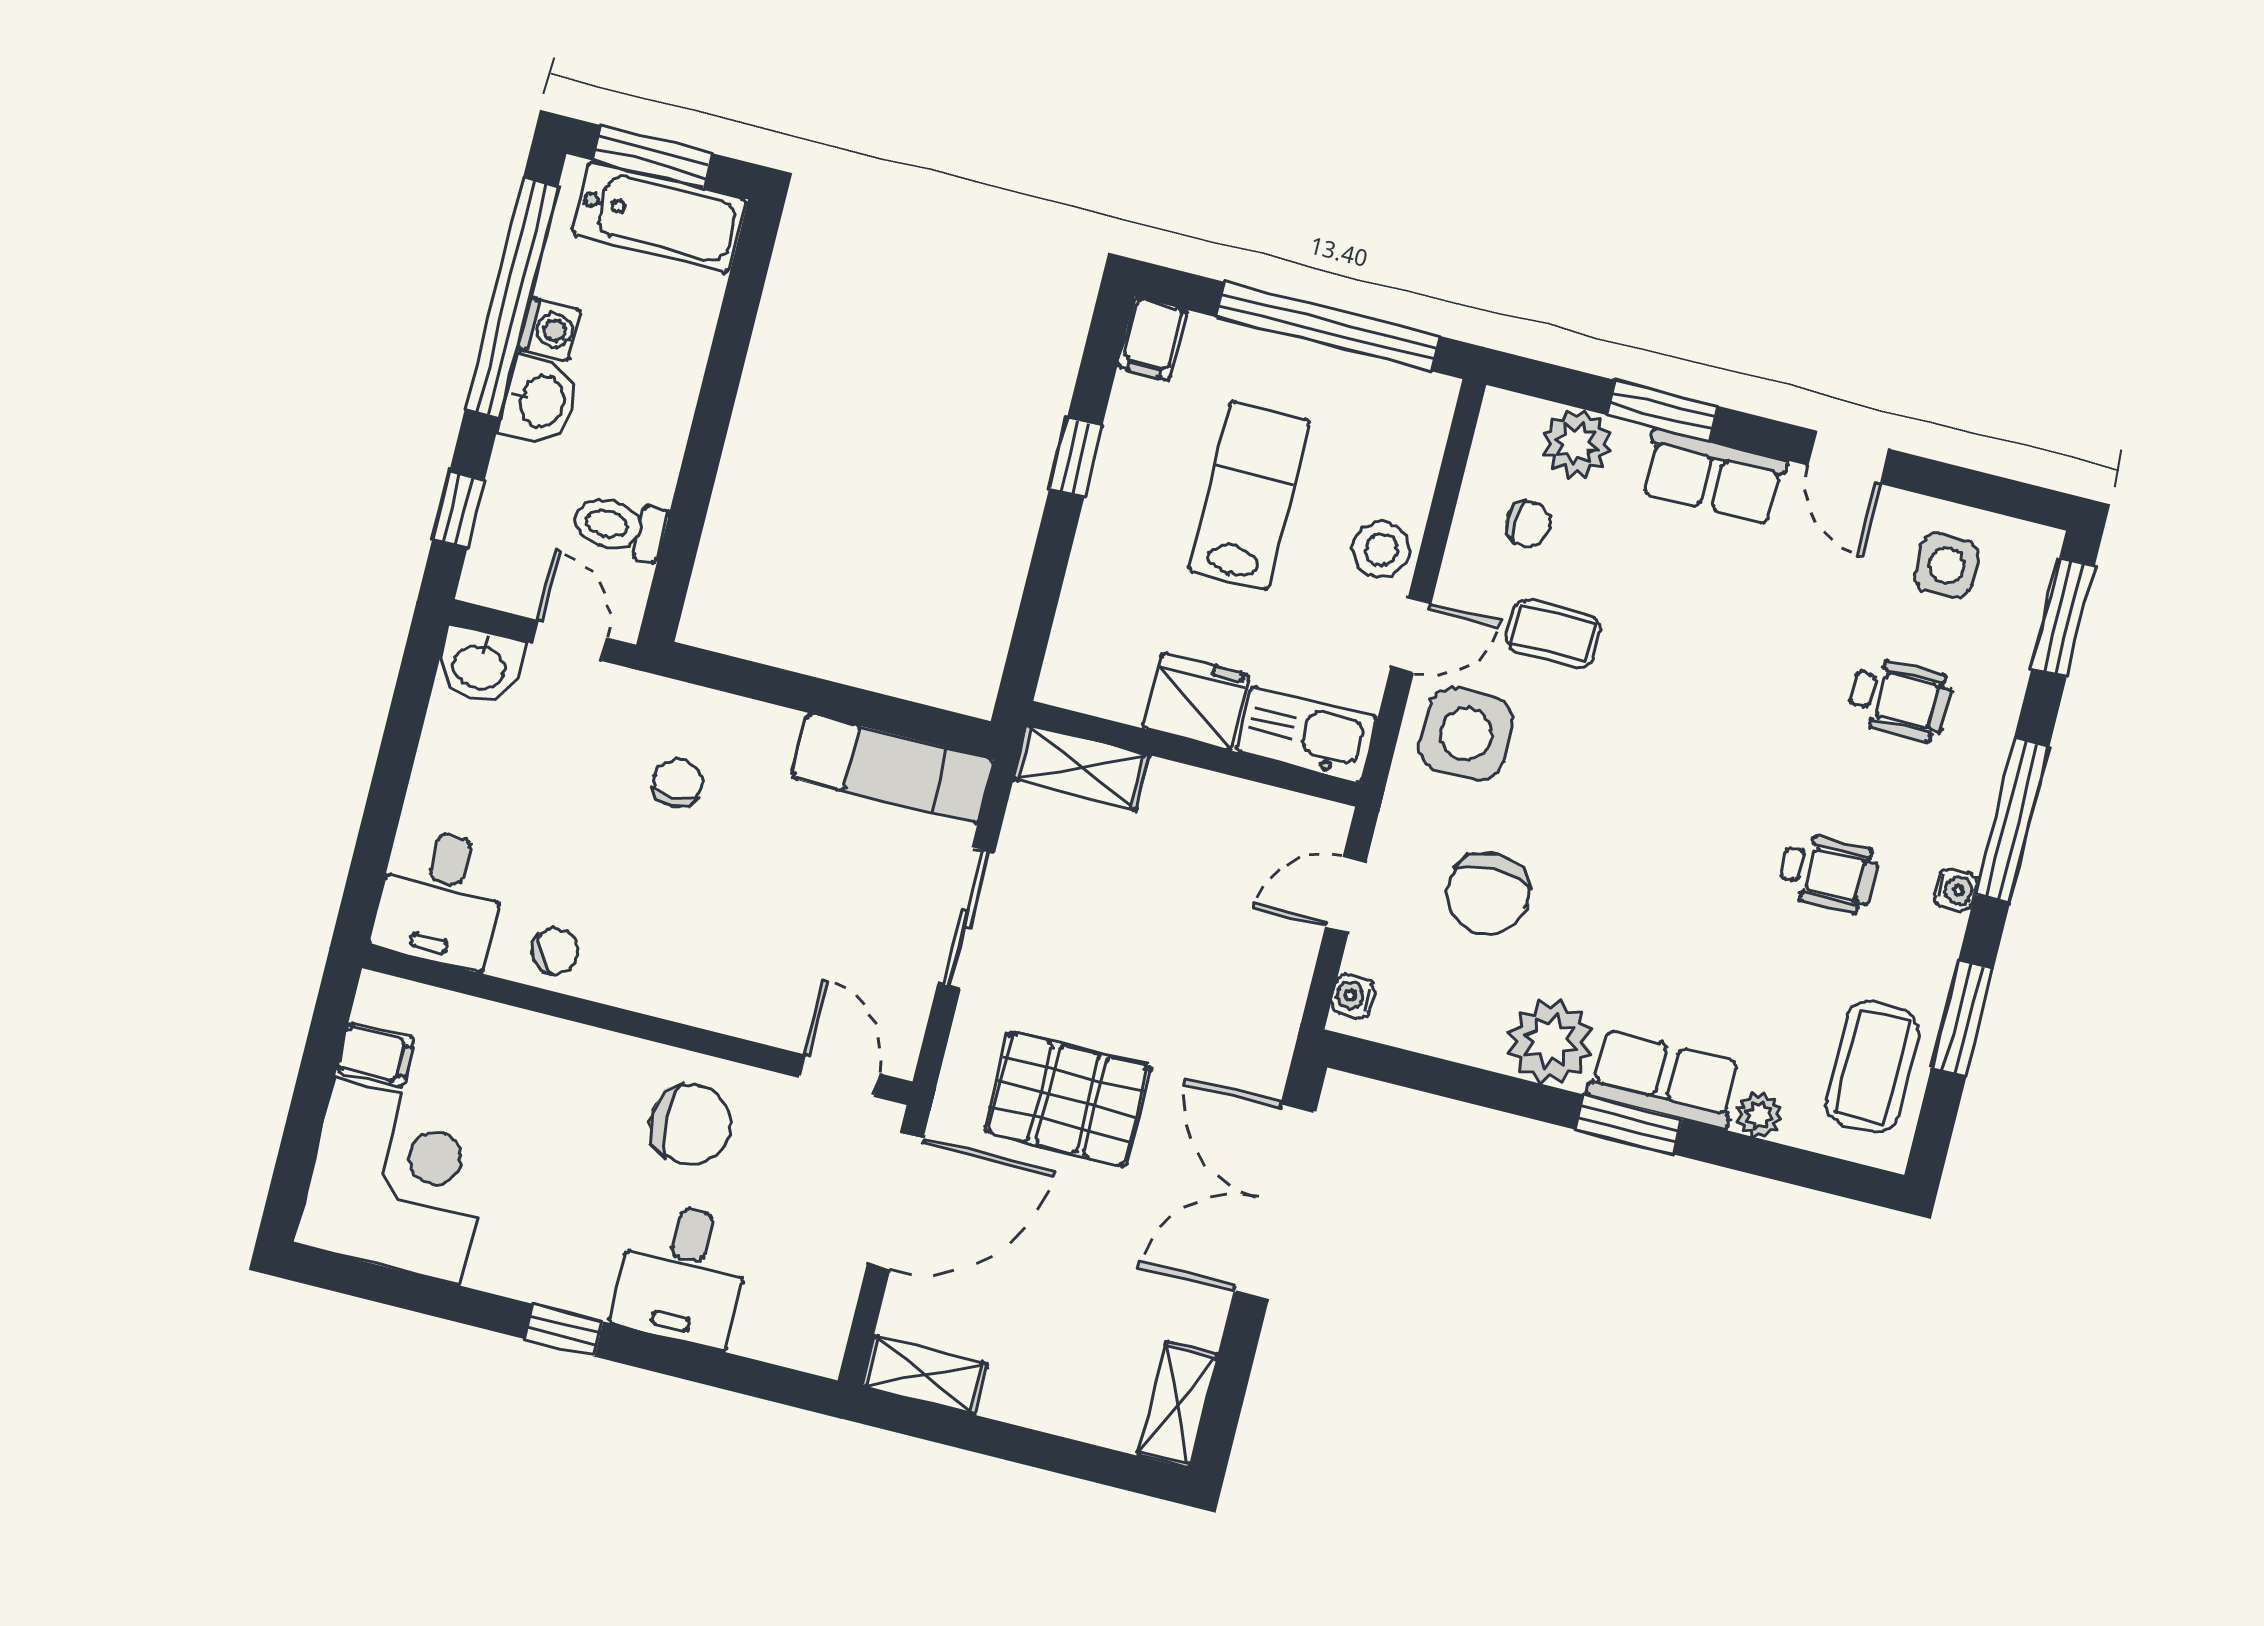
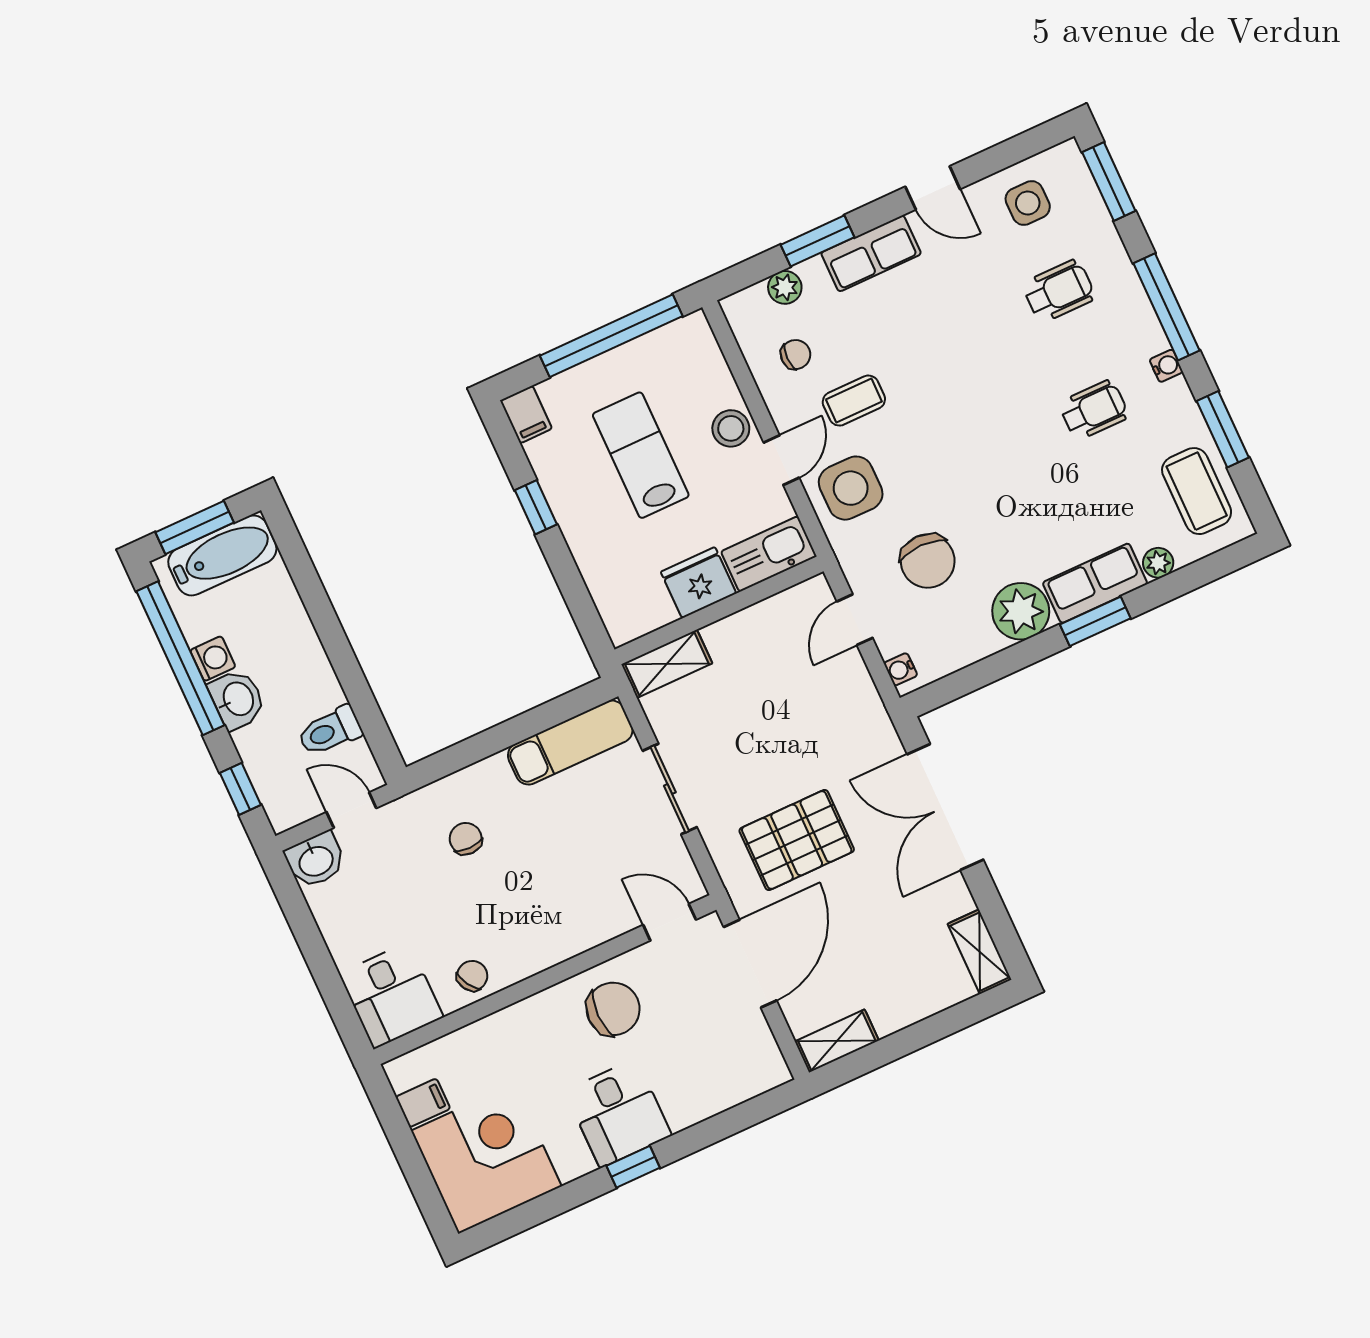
plant: (1577, 443) -> (785, 287), width x0.73, depth x0.73
desk: (682, 1274) -> (618, 1113), moved

